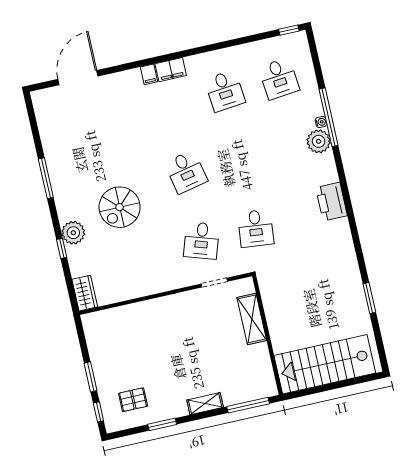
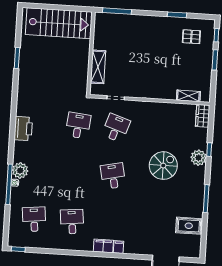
rug: (59, 133) -> (189, 226), added
shelving: (205, 404) -> (188, 96), moved

